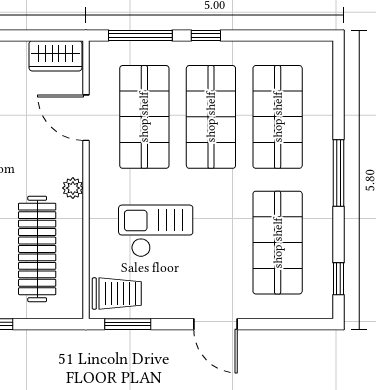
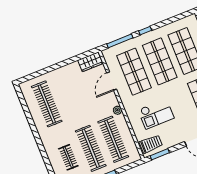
door: (86, 118) -> (112, 81), hinge flipped
checkout: (156, 231) -> (156, 114), turned 180

